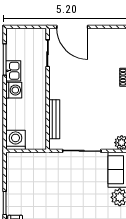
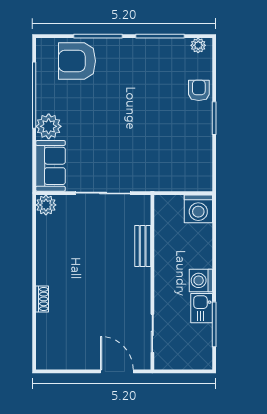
door: (72, 27) -> (117, 371), width x0.73
bench: (54, 119) -> (143, 246), width x0.73

